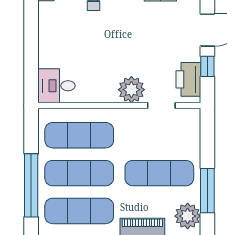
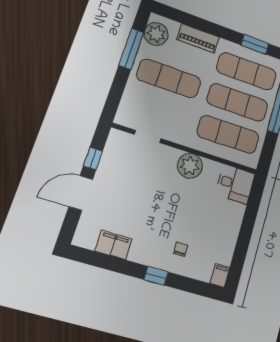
printer: (188, 79) -> (115, 152), removed
plant: (131, 90) -> (190, 166), moved

